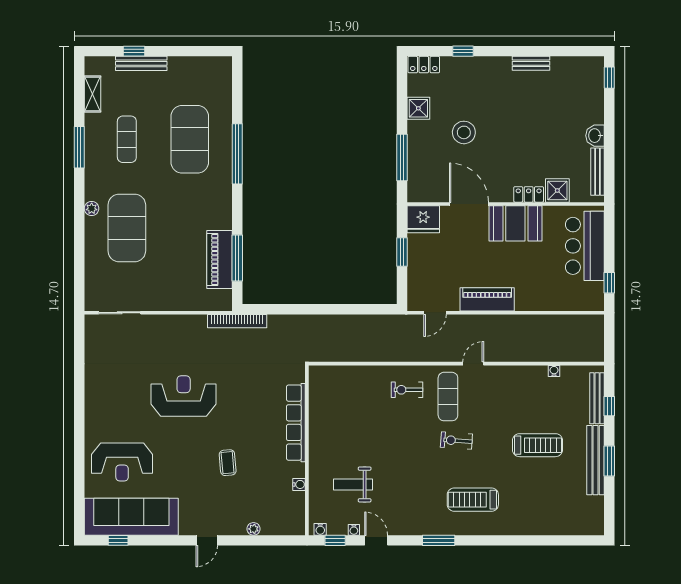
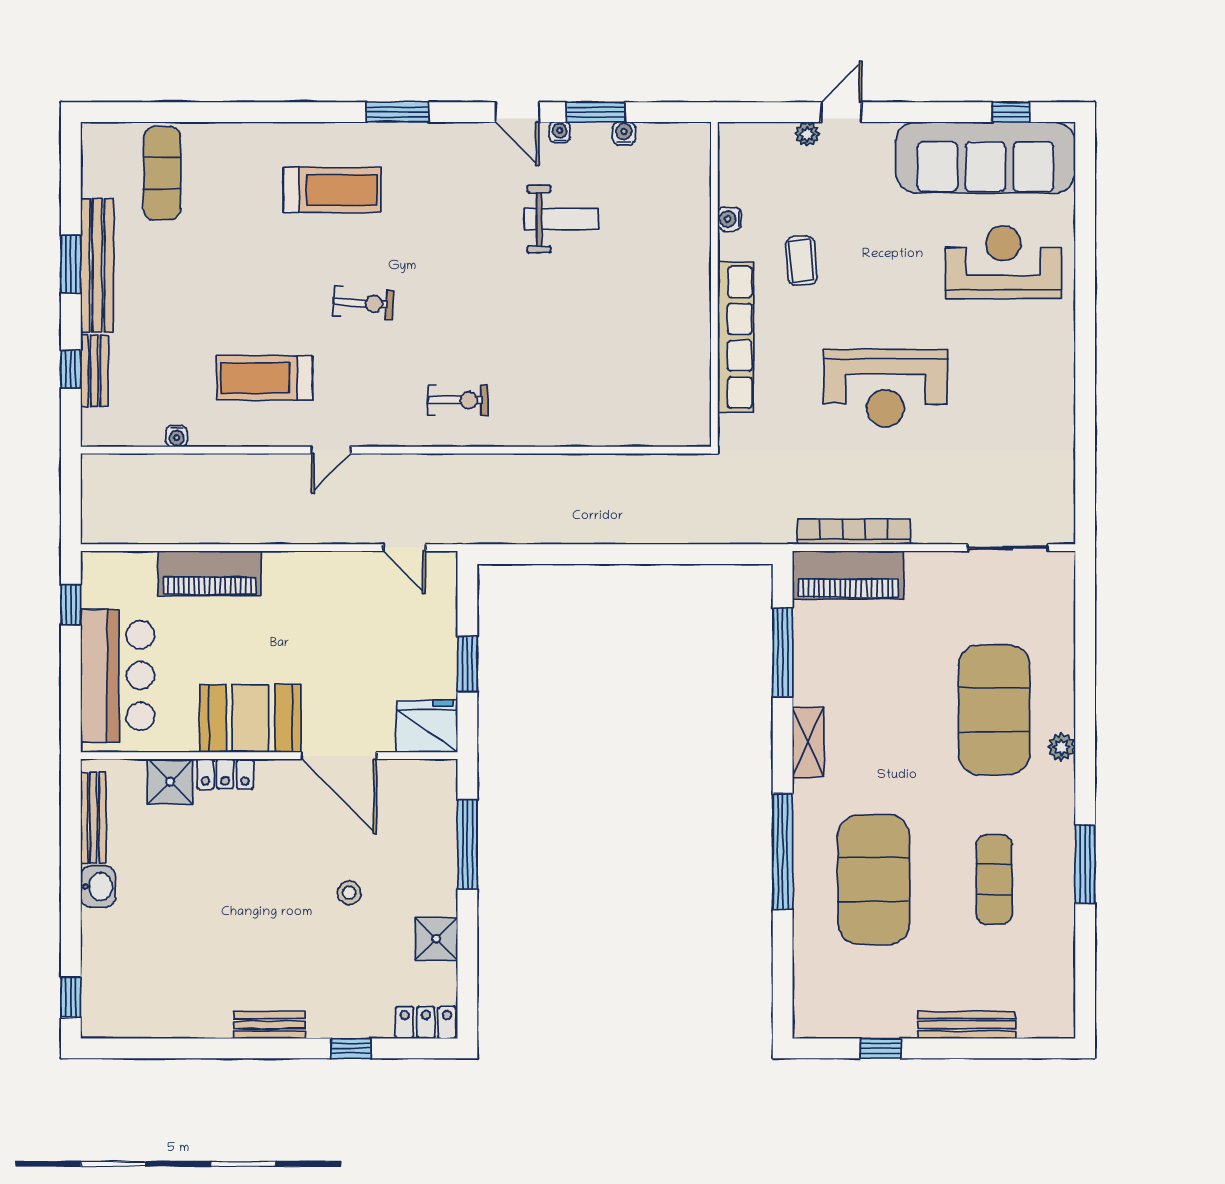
window: (134, 51) -> (881, 1048), moved
bench: (531, 63) -> (270, 1025), moved
shelving: (93, 94) -> (808, 742), moved
stool: (464, 132) -> (349, 893), width x0.53, depth x0.53
piano: (220, 260) -> (848, 575), moved, turned 90
piano: (487, 299) -> (210, 573), moved
door: (435, 313) -> (404, 548), swing flipped
bookcase: (237, 321) -> (854, 532), moved
exercise mat: (448, 397) -> (162, 173), moved
bench: (597, 398) -> (94, 371), width x0.73
row of seats: (296, 423) -> (736, 337), moved
treadmill: (537, 445) -> (265, 378), moved
wall: (307, 450) -> (714, 284), moved
water cooler: (299, 484) -> (729, 219), moved
plant: (253, 529) -> (807, 134), moved
window: (335, 540) -> (596, 112), width x1.50

